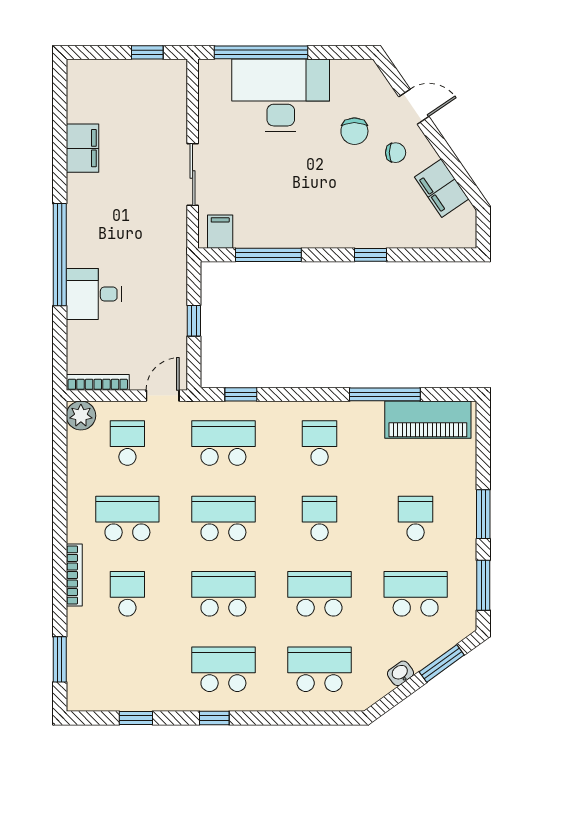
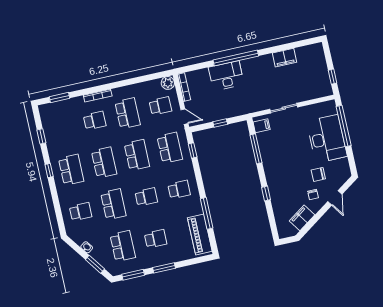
desk: (94, 294) -> (226, 76), width x1.37
school desk: (320, 669) -> (81, 212), width x0.54

